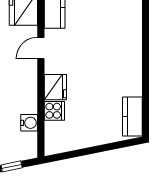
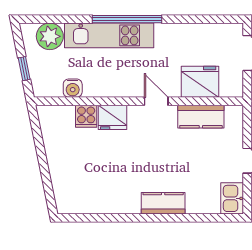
kitchen counter: (132, 116) -> (163, 203), moved

